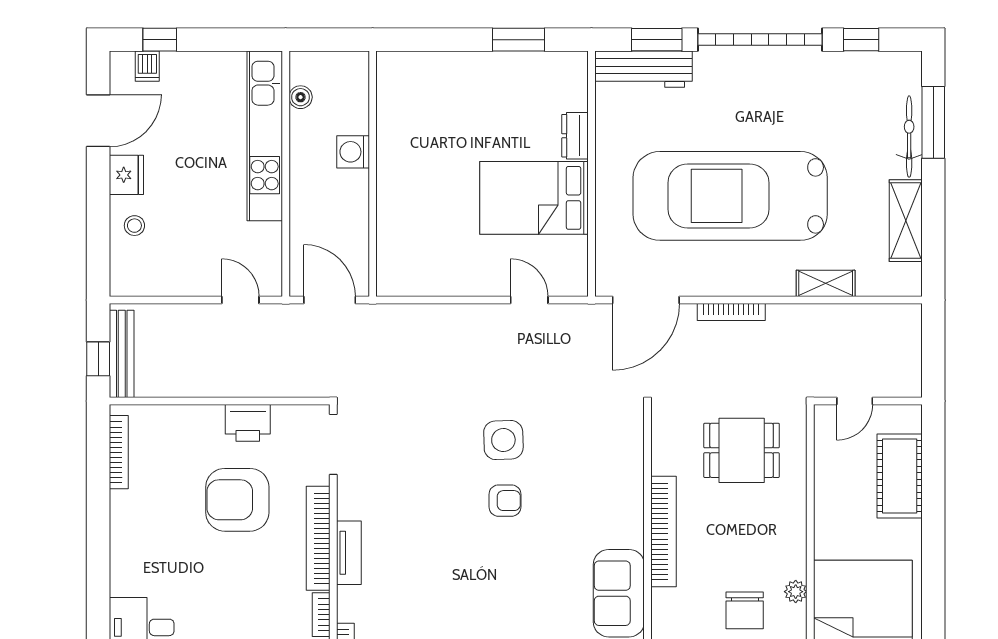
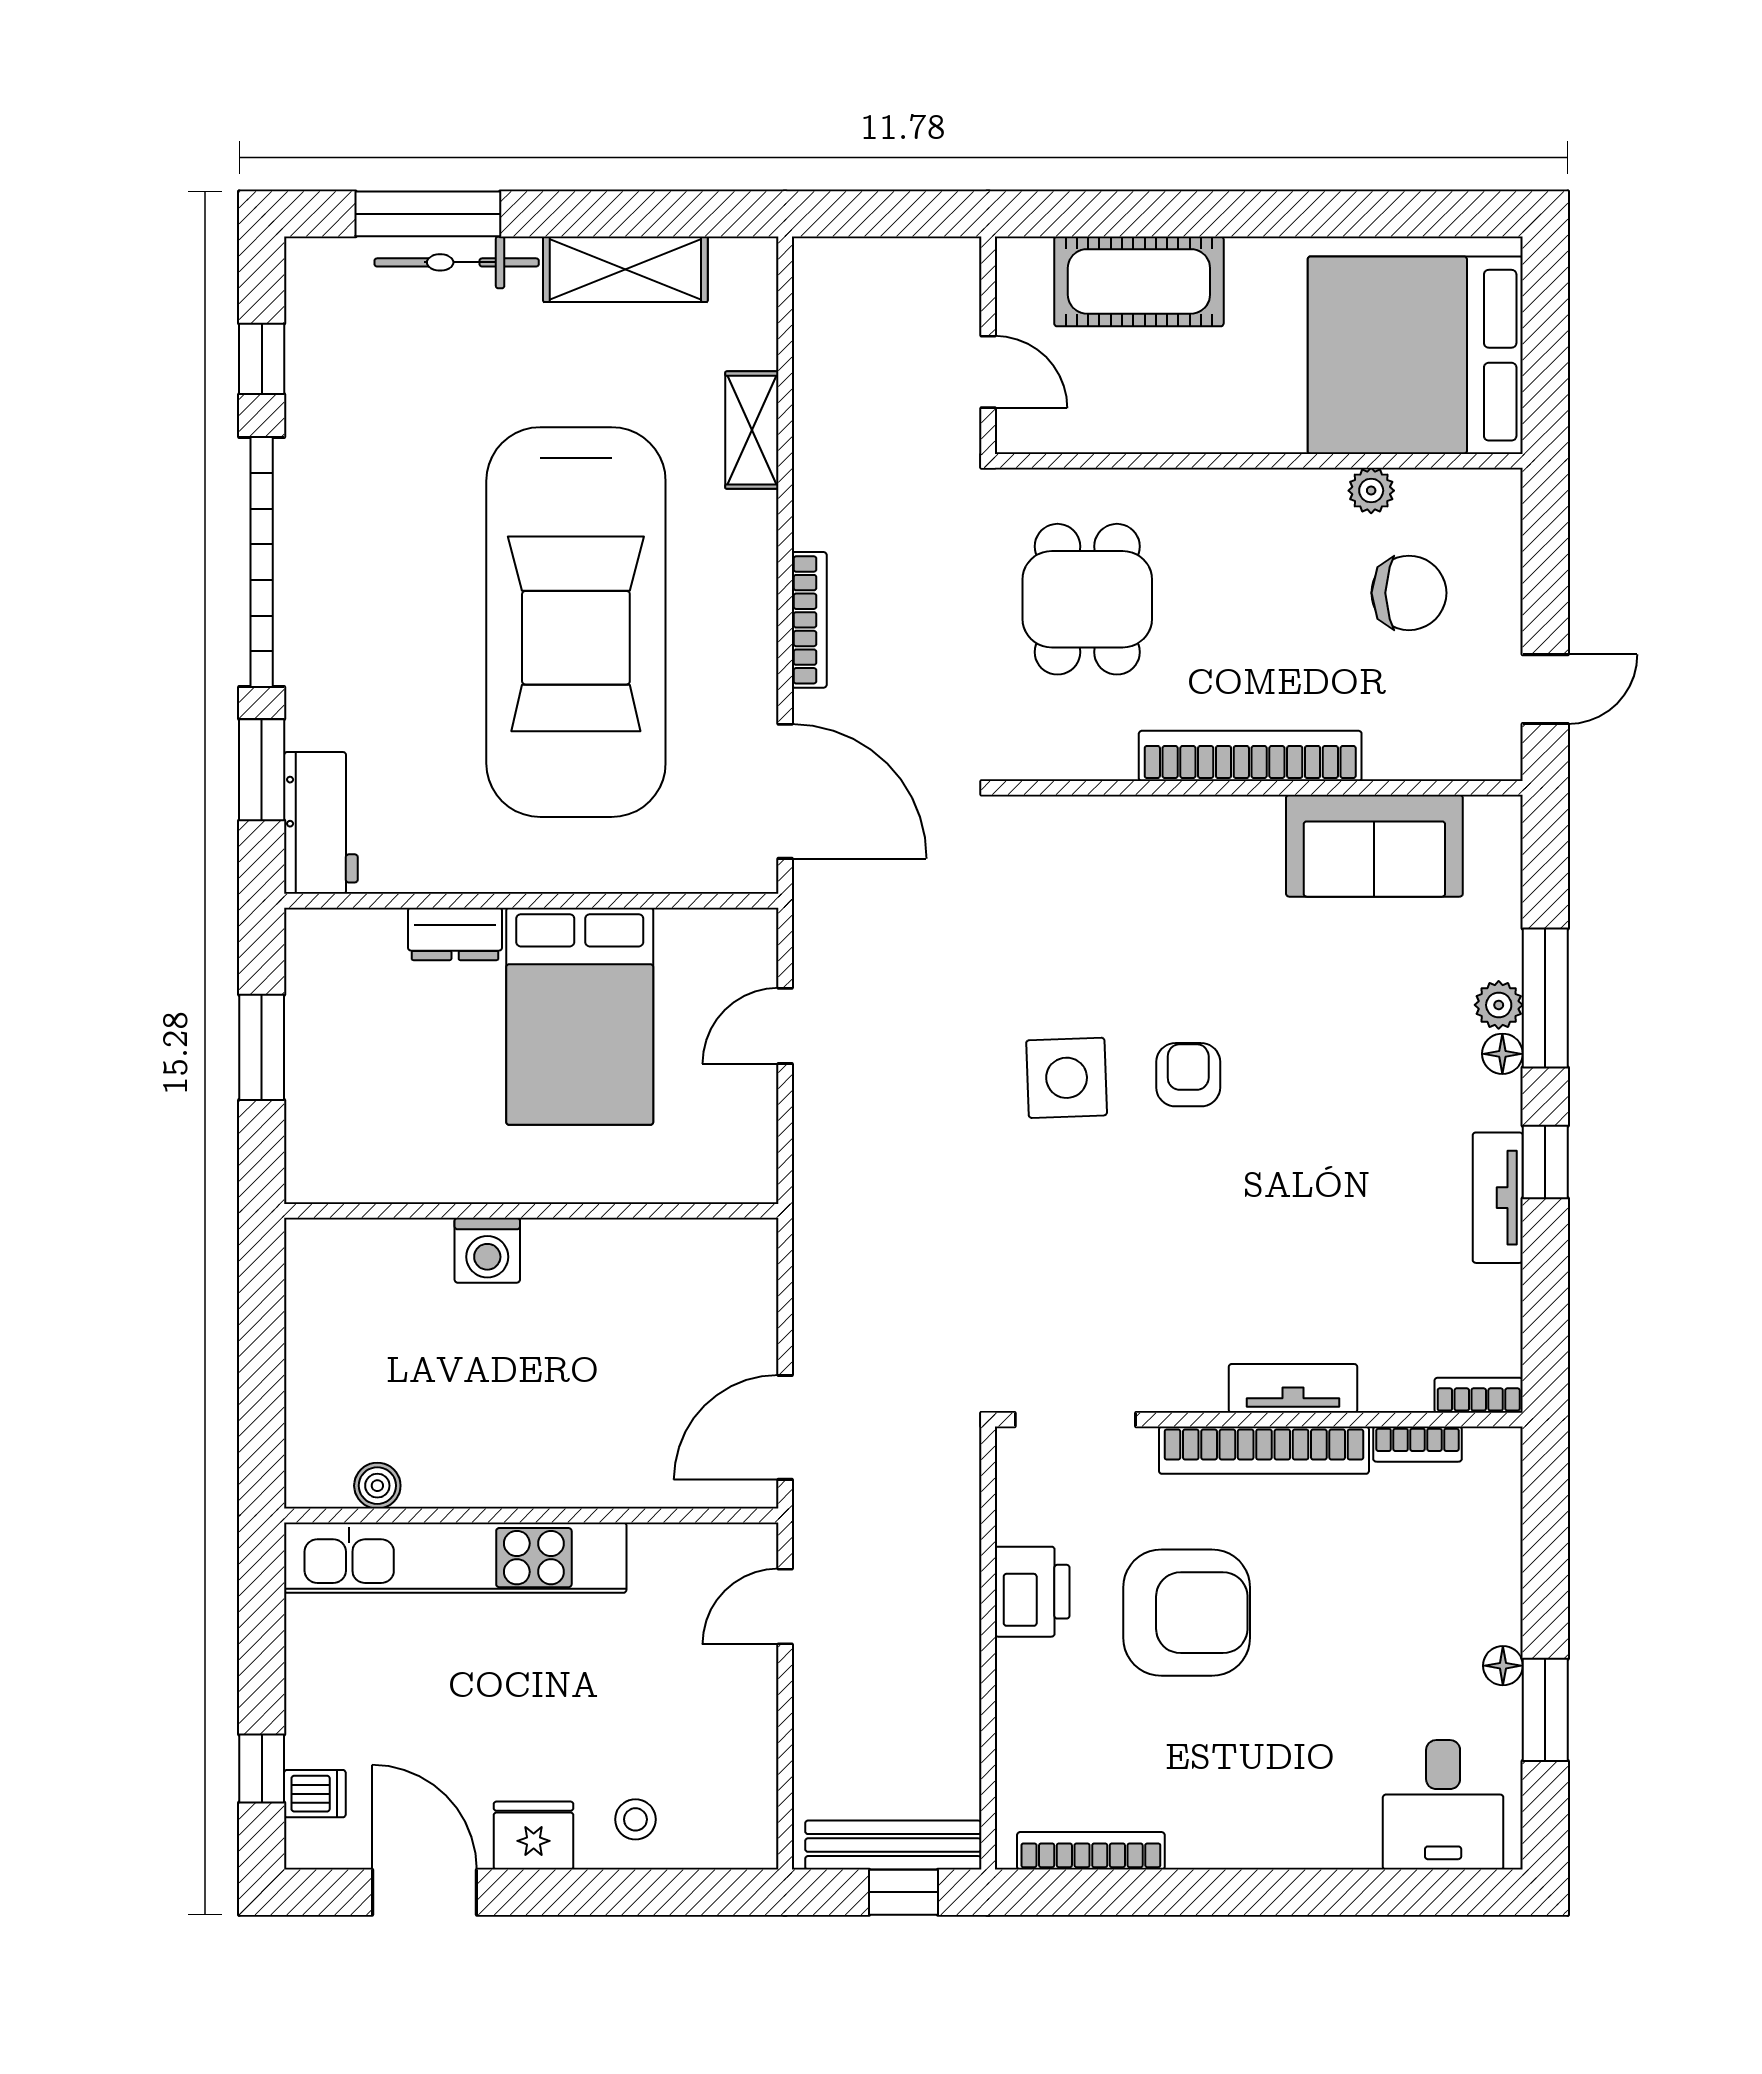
workbench: (643, 69) -> (321, 823), width x0.73
washing machine: (353, 152) -> (487, 1250), moved
wall: (373, 174) -> (531, 1211), moved
armchair: (237, 500) -> (1187, 1613), turned -90

